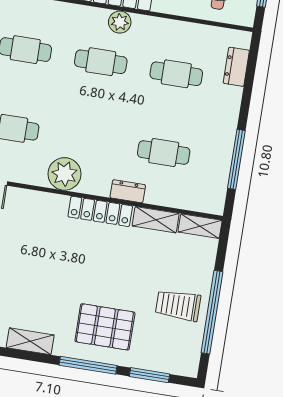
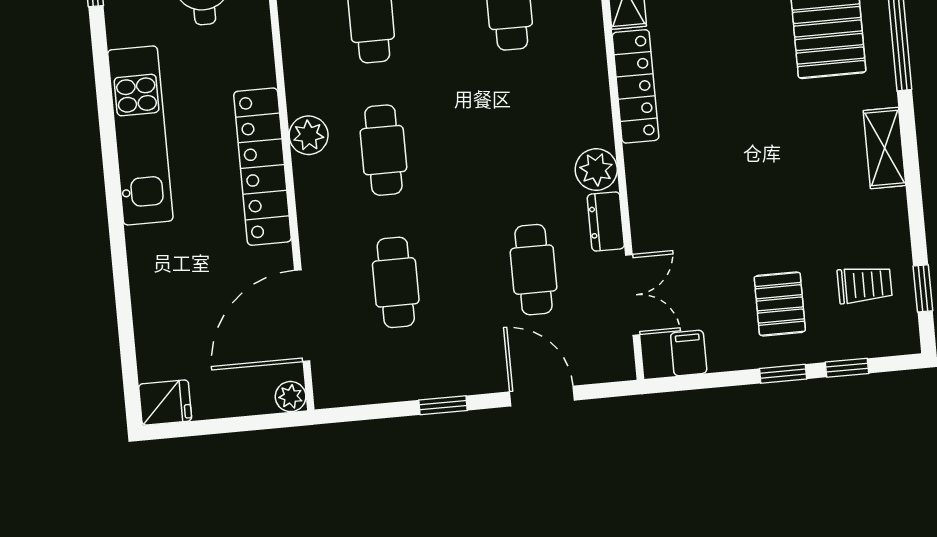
plant: (64, 174) -> (596, 170), width x0.73, depth x0.73
dresser: (128, 191) -> (606, 221), moved

